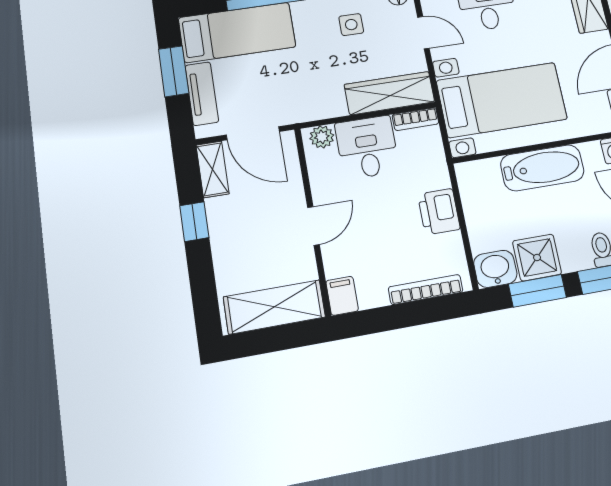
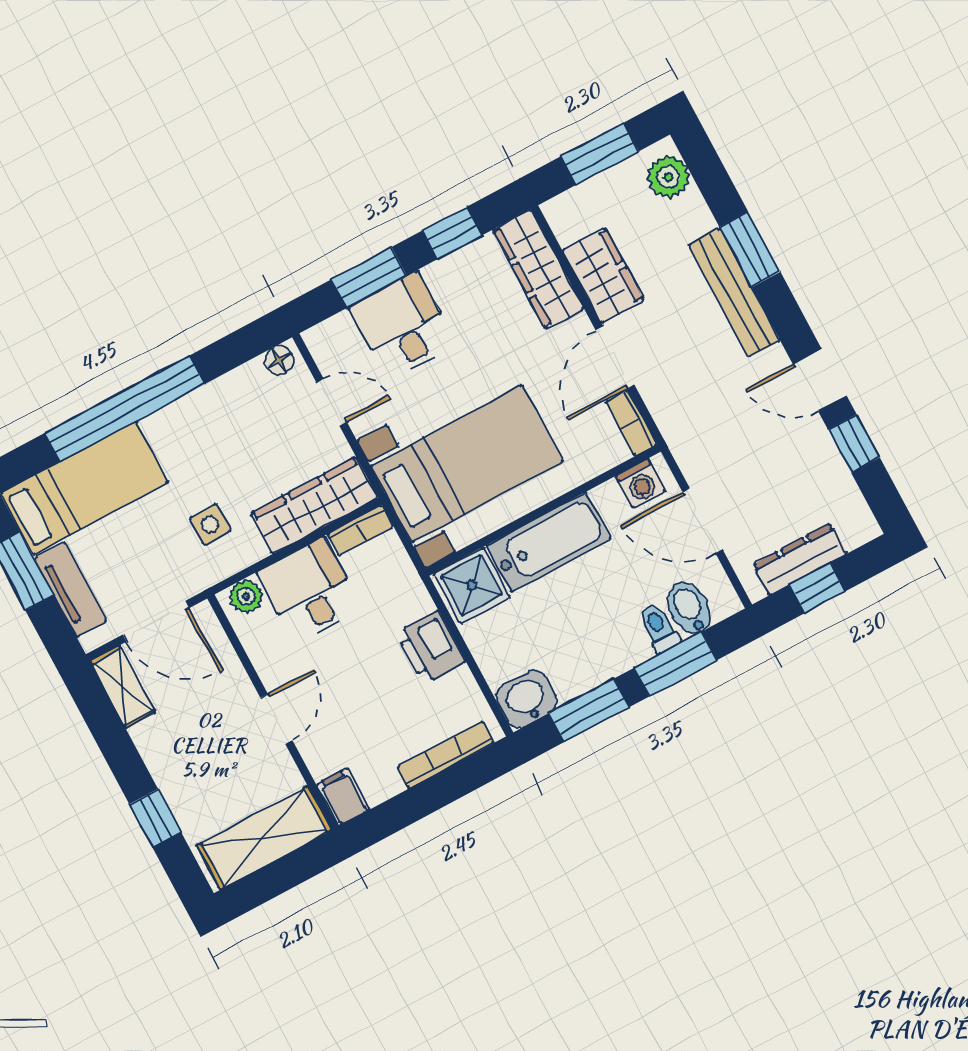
side table: (351, 25) -> (210, 524), moved
window: (194, 222) -> (155, 818), moved
shower: (537, 257) -> (472, 585), moved

